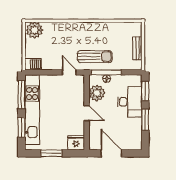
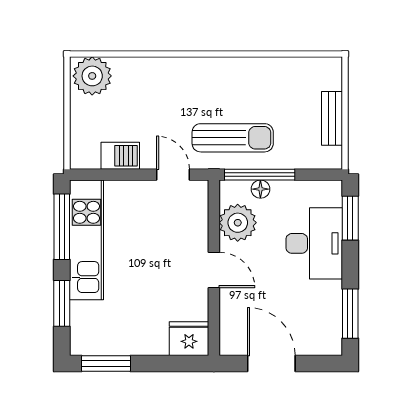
barbecue: (33, 64) -> (120, 156), moved
kitchen unit: (32, 110) -> (87, 240), width x0.73
window: (145, 120) -> (350, 314), moved
window: (51, 153) -> (106, 363), moved

